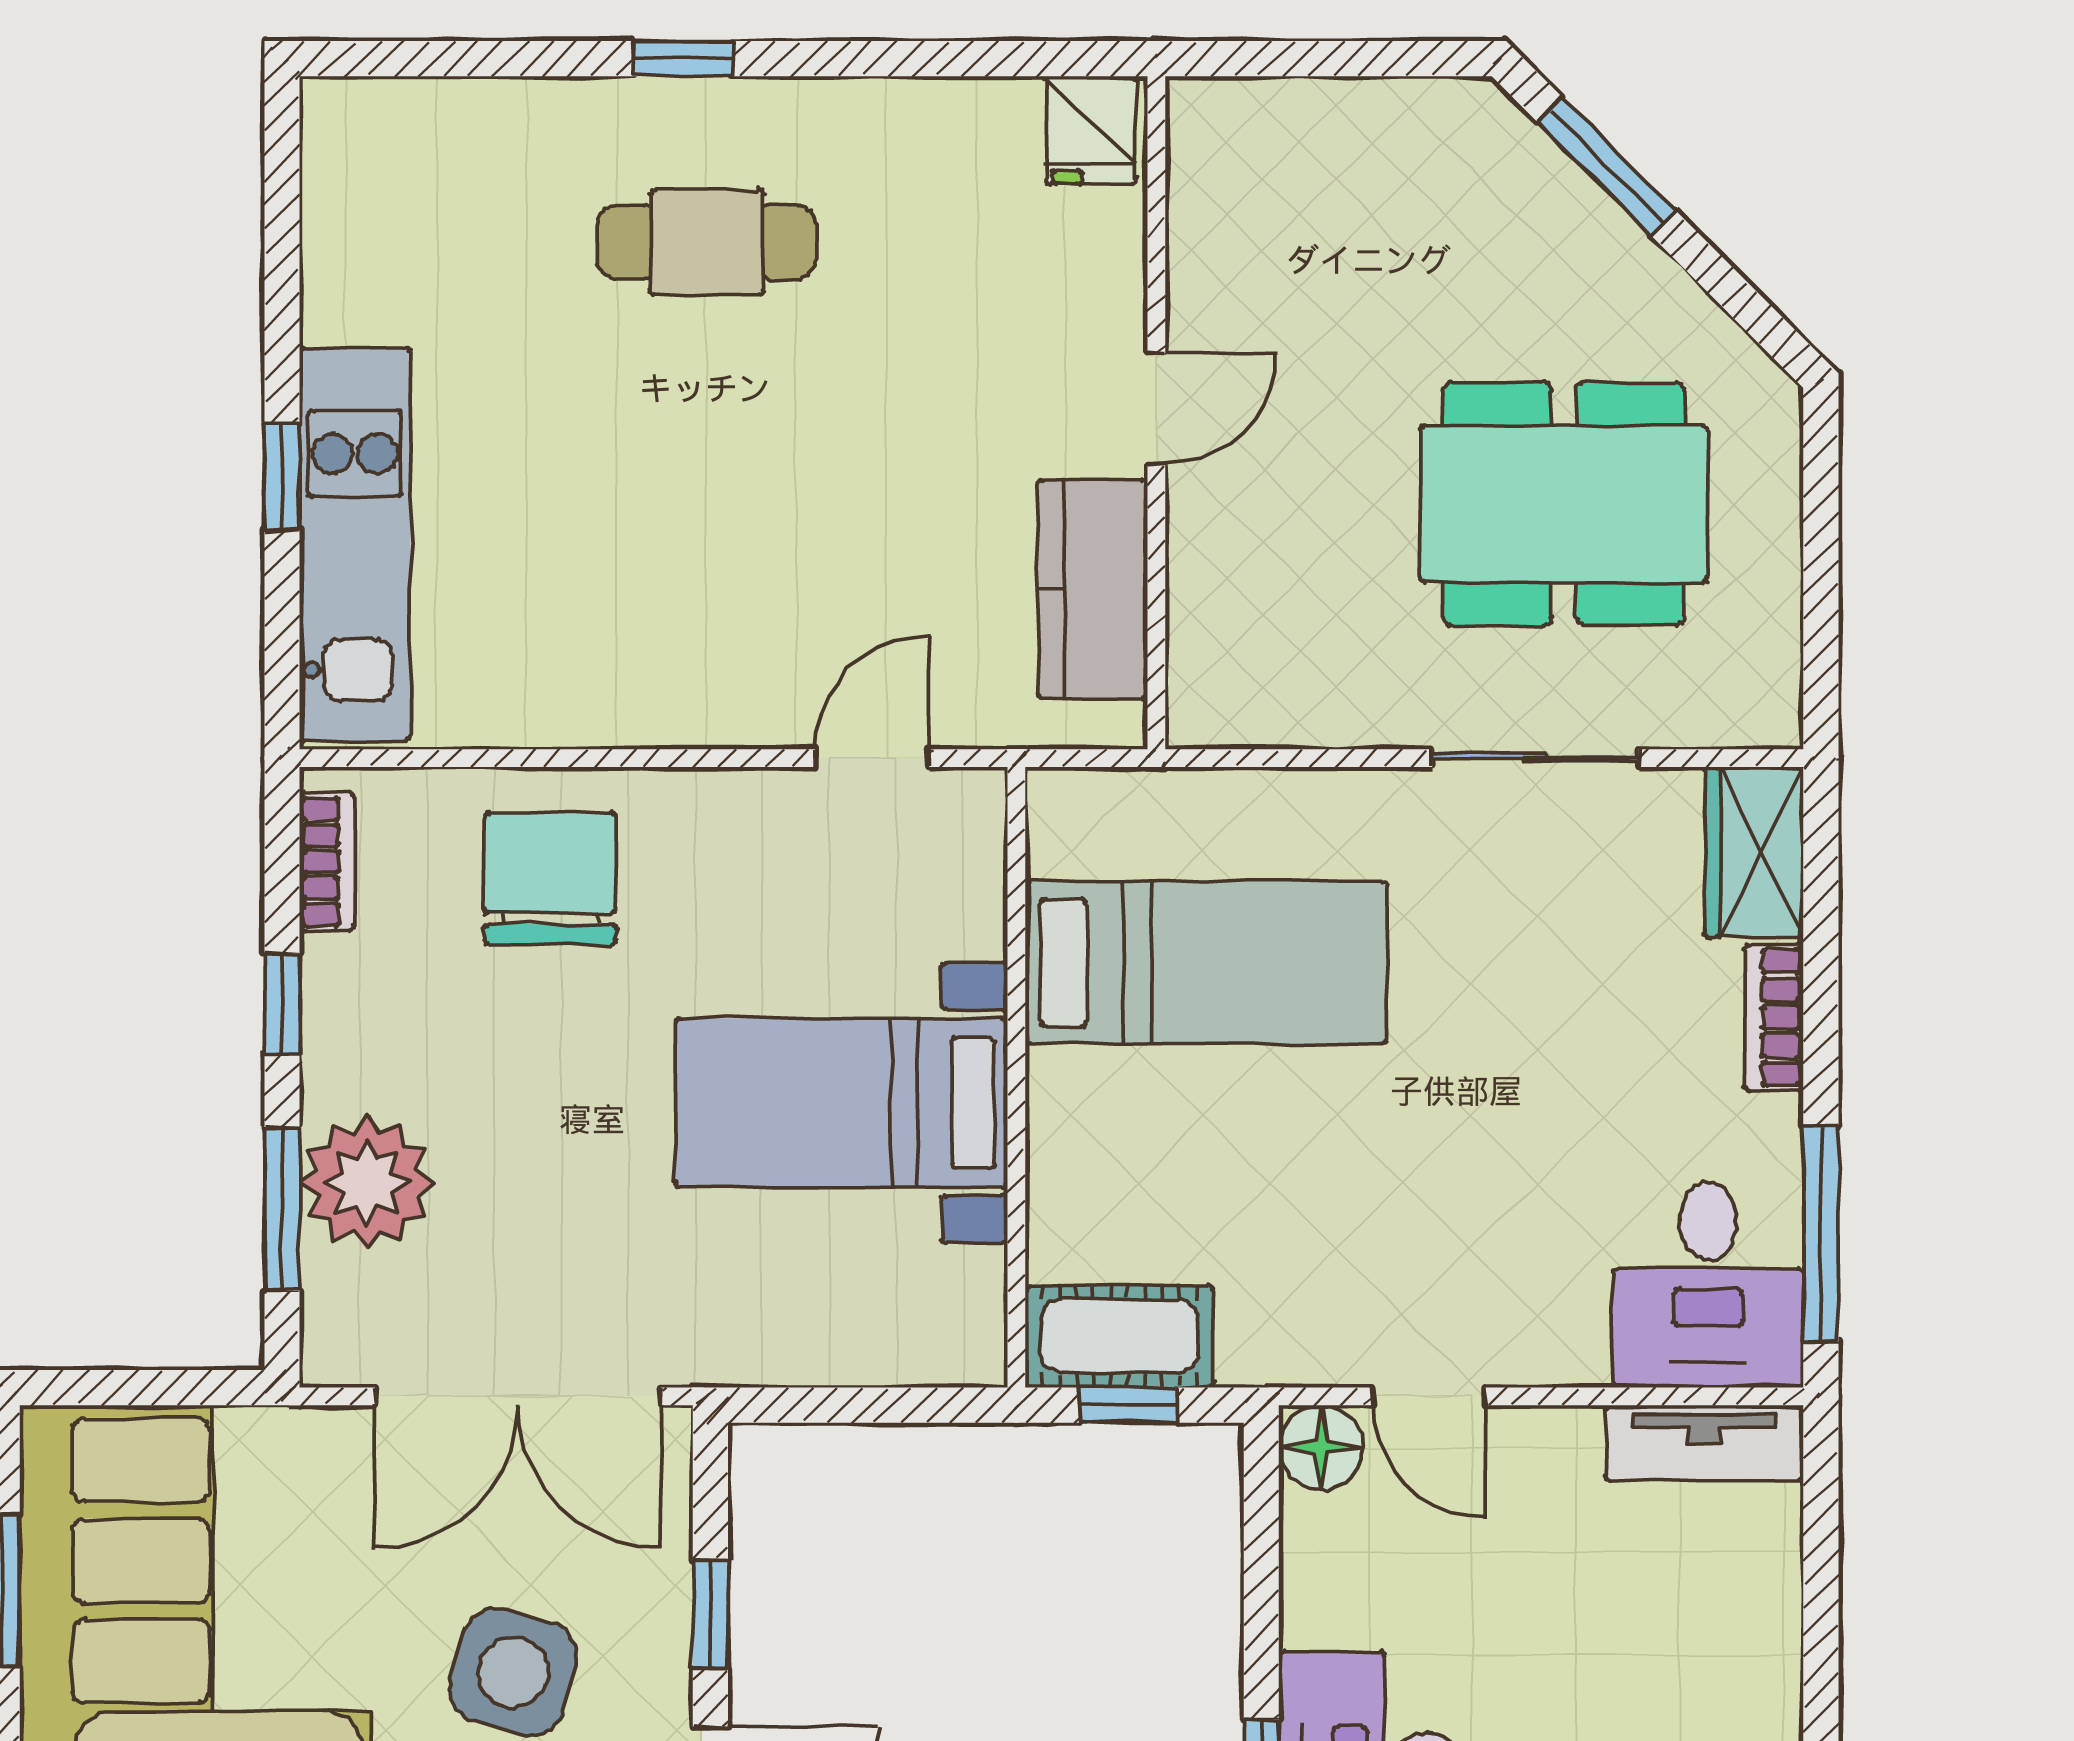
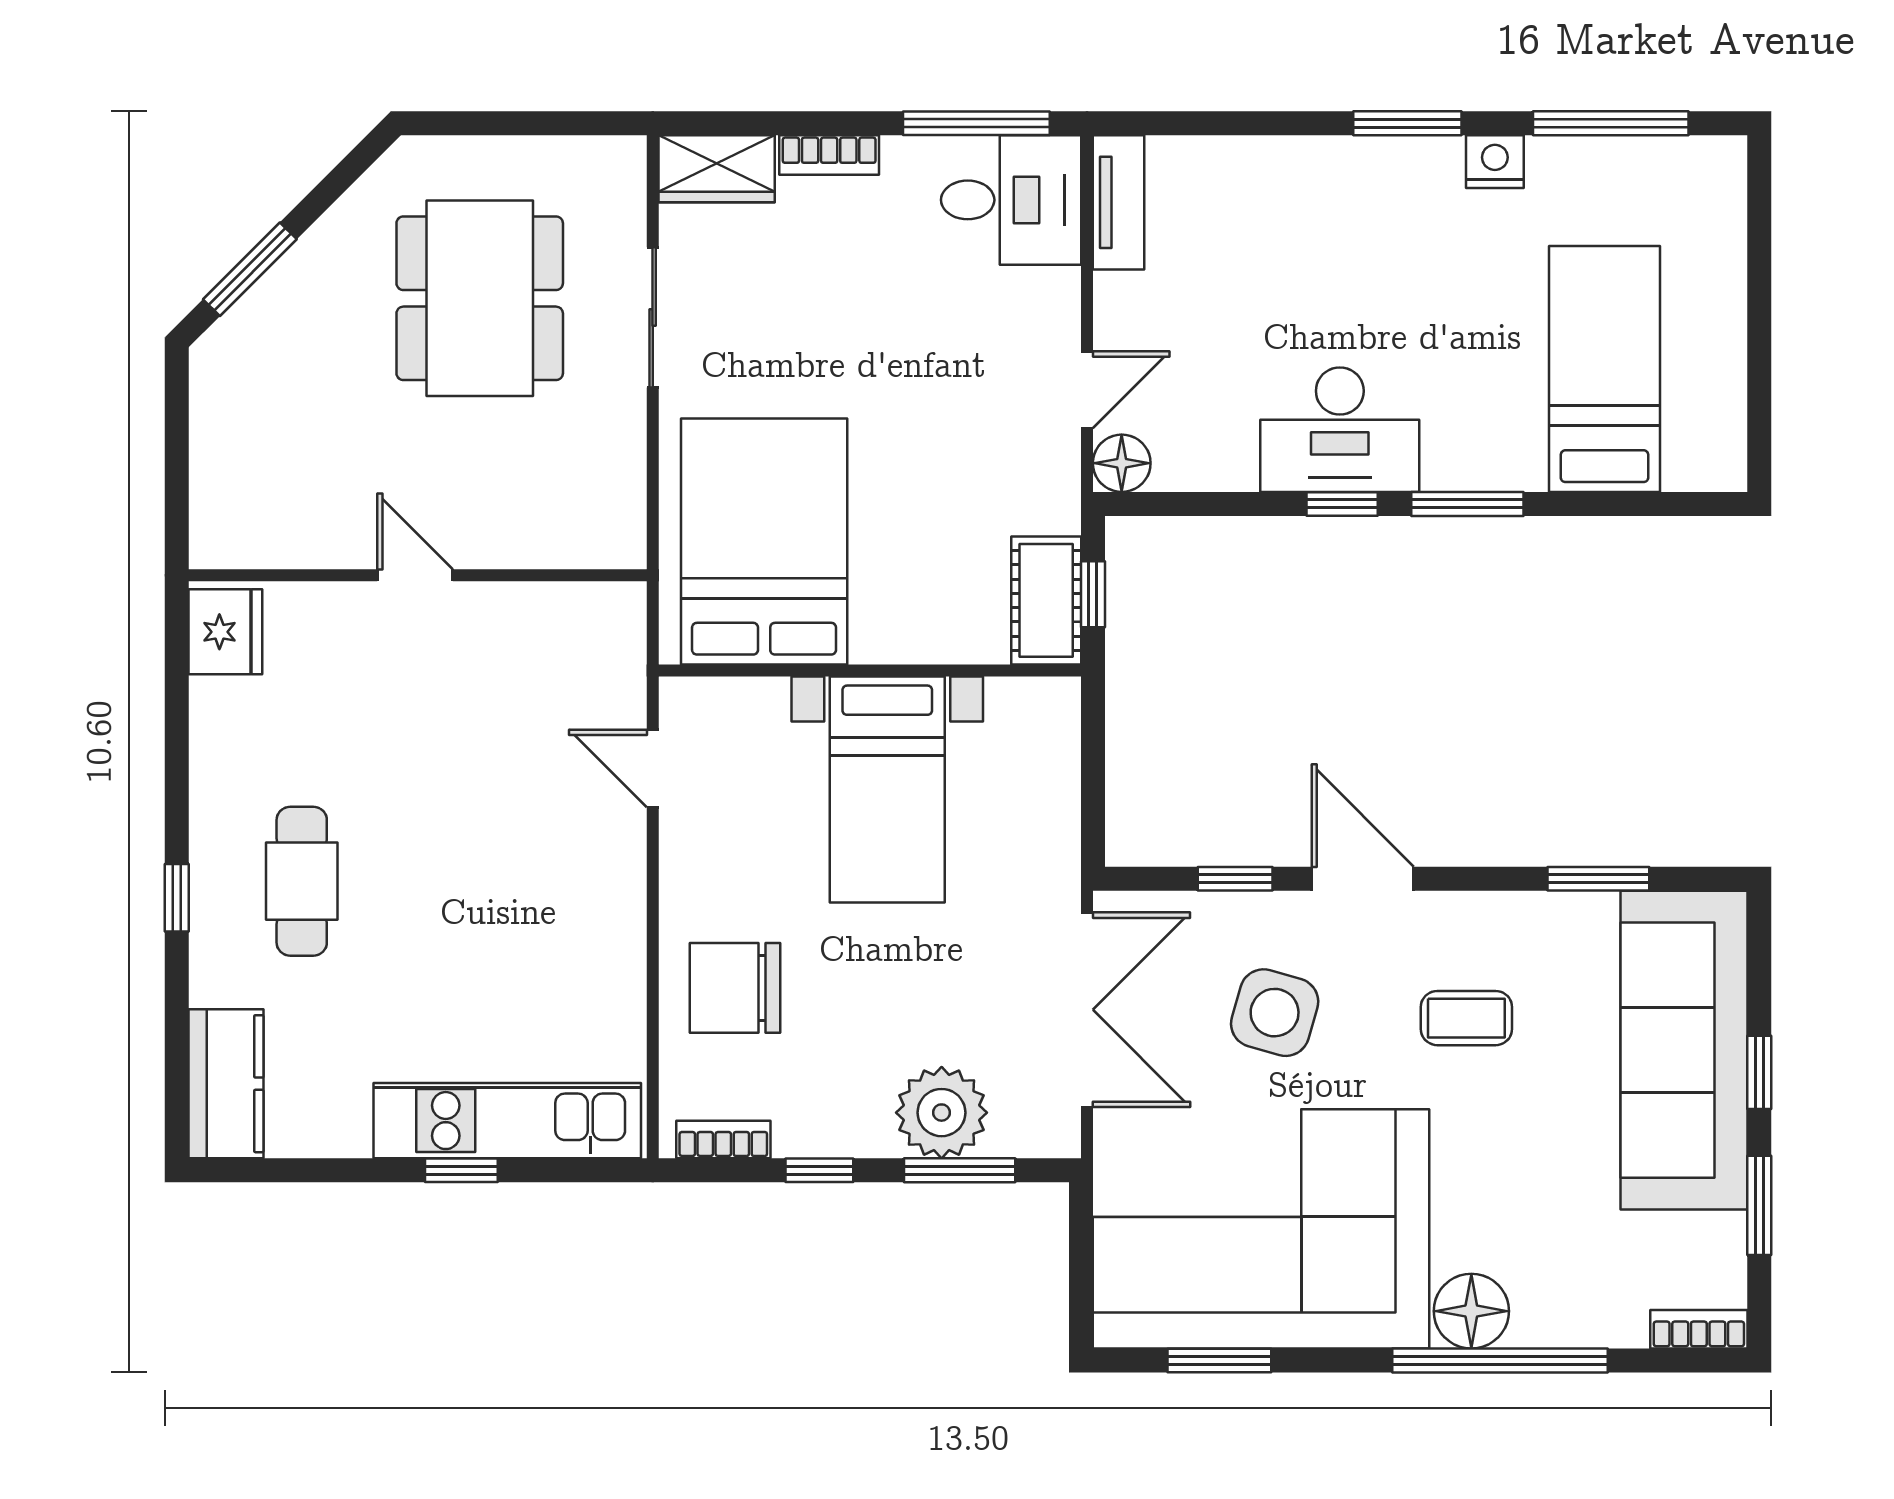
fridge: (1091, 130) -> (225, 632), width x1.38
kitchen counter: (1093, 589) -> (226, 1084), moved, turned -90
bed: (1206, 962) -> (764, 541), width x1.50

